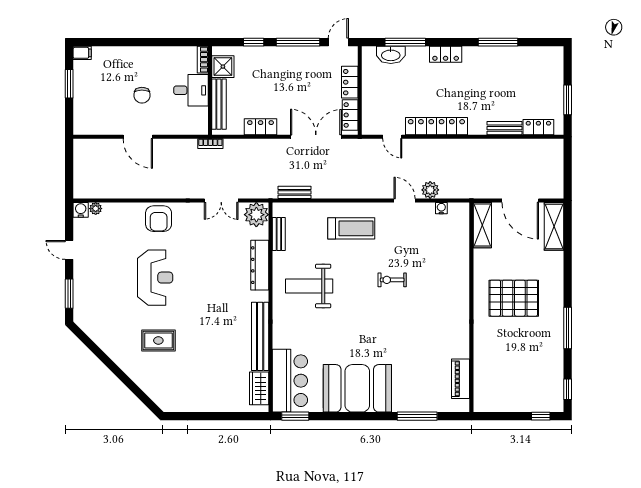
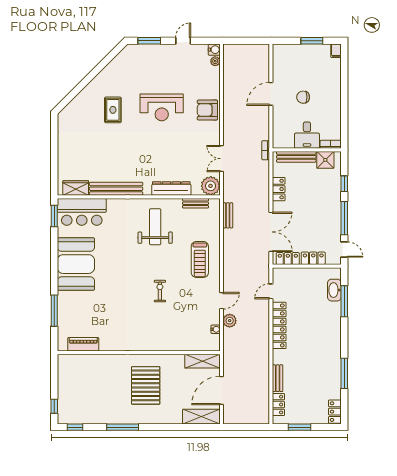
locker: (446, 54) -> (335, 412), moved

